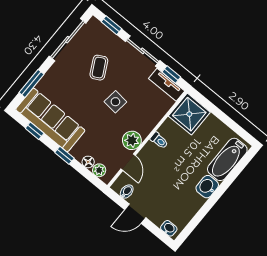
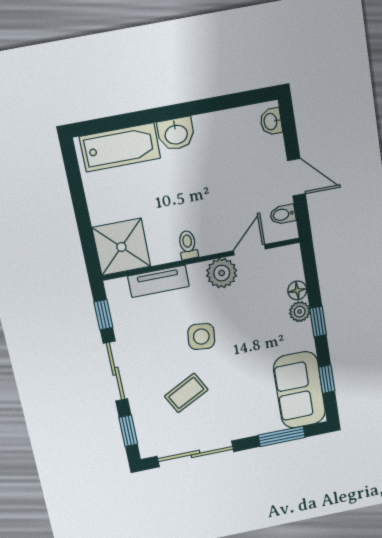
tv unit: (167, 85) -> (158, 281), moved, turned 90
sofa: (50, 120) -> (300, 390), width x0.73
plant: (99, 170) -> (300, 312), moved

